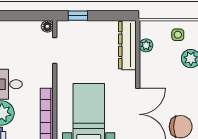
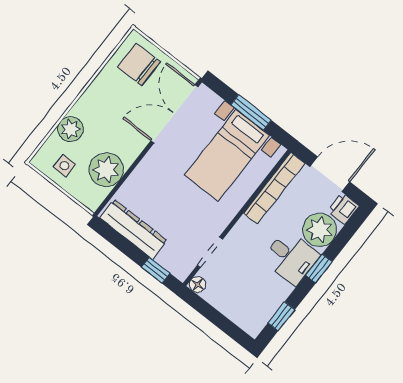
dresser: (127, 45) -> (133, 229), moved, turned -90
plant: (146, 45) -> (106, 170), width x1.87, depth x1.87

